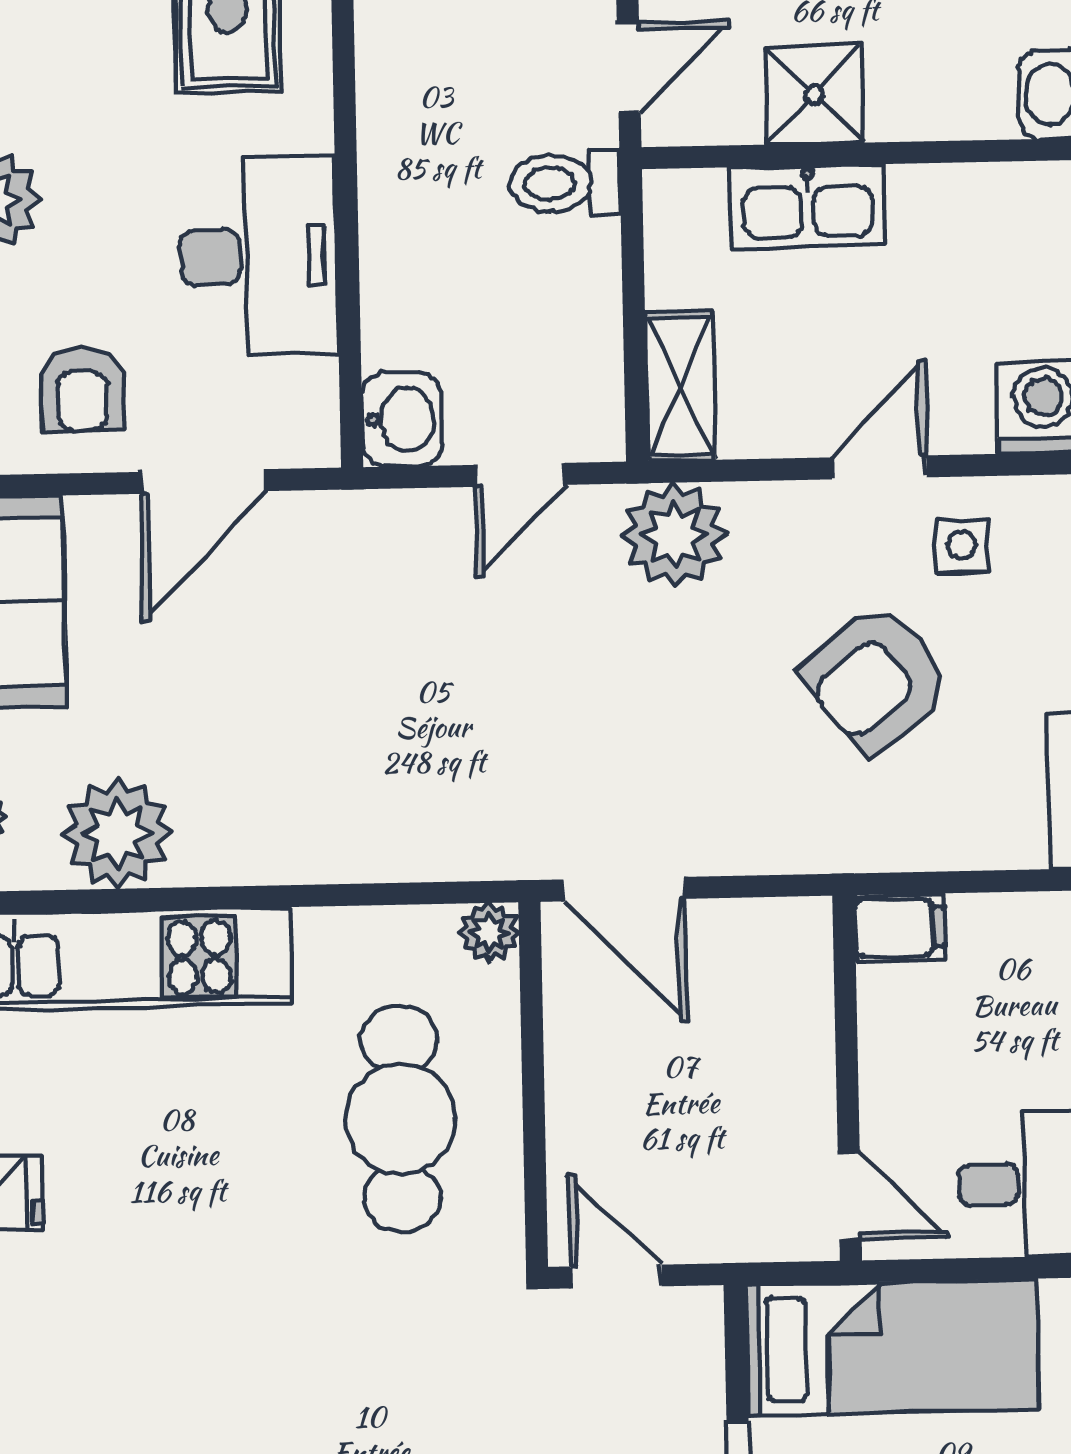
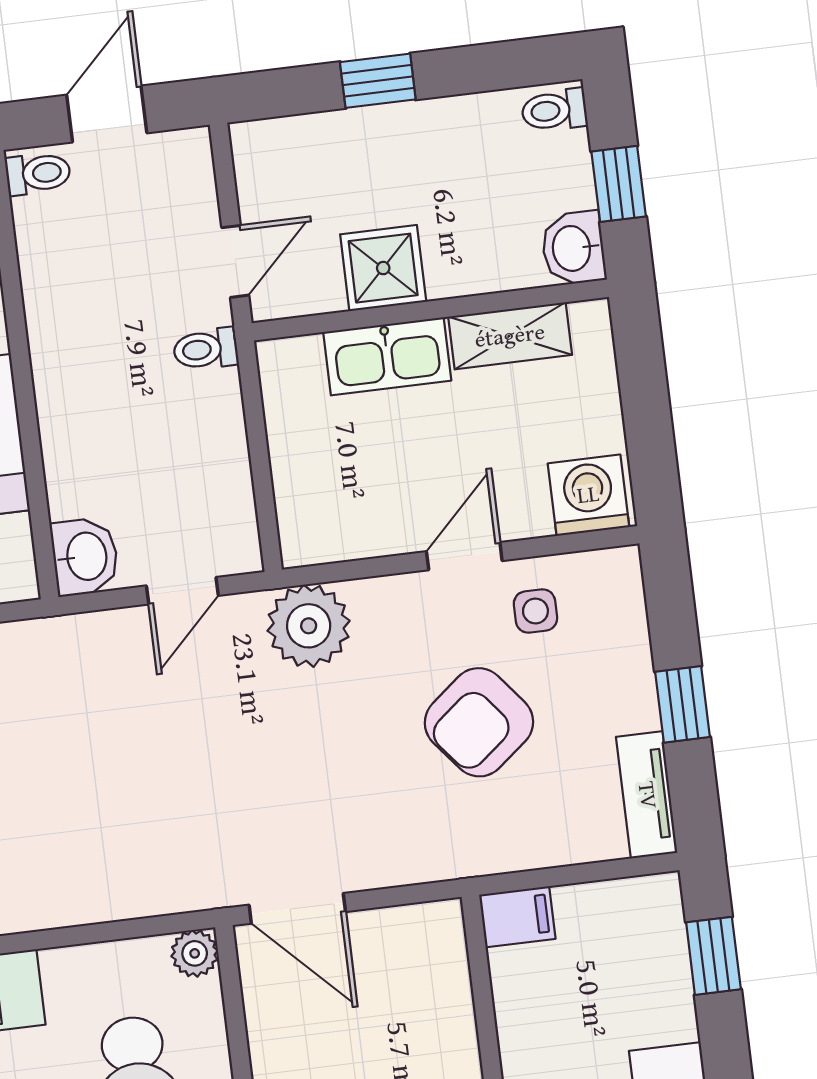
toilet: (565, 183) -> (206, 349), width x0.73, depth x0.72
shelving: (680, 386) -> (510, 336), moved, turned 90

